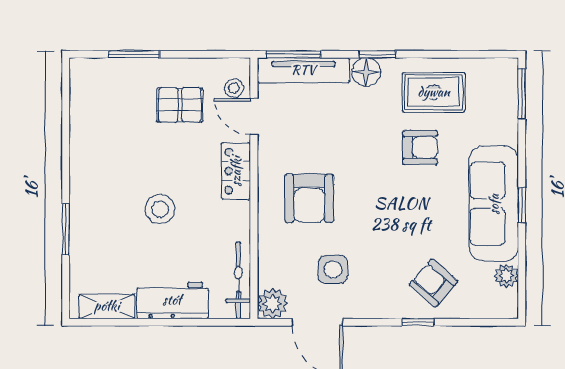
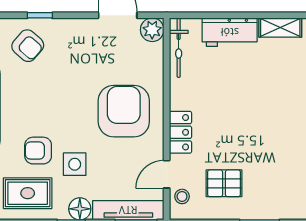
door: (254, 117) -> (167, 174), swing flipped
armchair: (309, 198) -> (124, 111), width x1.36, depth x1.36
stool: (160, 209) -> (239, 103), removed
side table: (333, 269) -> (75, 164), moved

